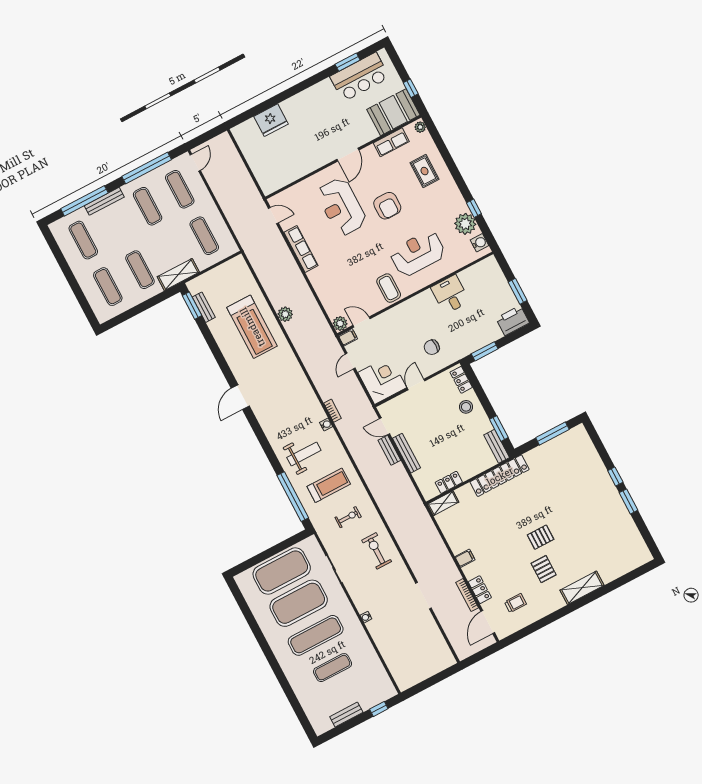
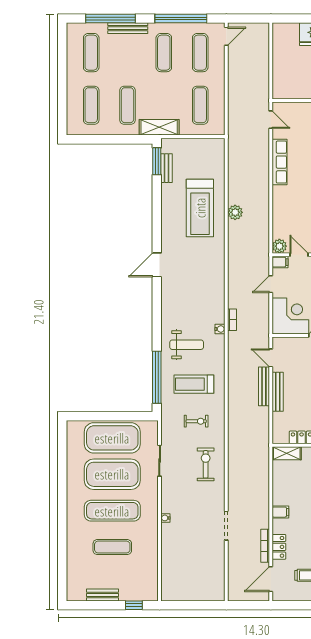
bench: (389, 450) -> (264, 386), width x1.36
treadmill: (329, 485) -> (194, 384), turned 180

